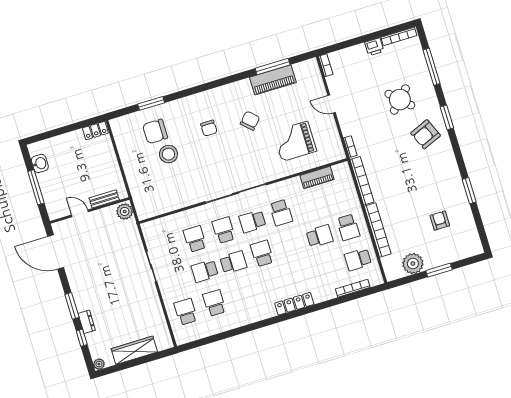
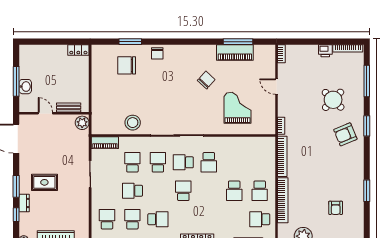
chair: (209, 128) -> (157, 53), moved
grand piano: (295, 141) -> (238, 108), turned 90
stool: (168, 154) -> (133, 123), moved
washbasin: (40, 163) -> (25, 87), moved
piano: (317, 177) -> (105, 143), moved
armchair: (440, 221) -> (336, 208), turned 180
school desk: (320, 236) -> (234, 191), turned 90
school desk: (233, 262) -> (158, 219), moved
rug: (102, 292) -> (44, 182), added

